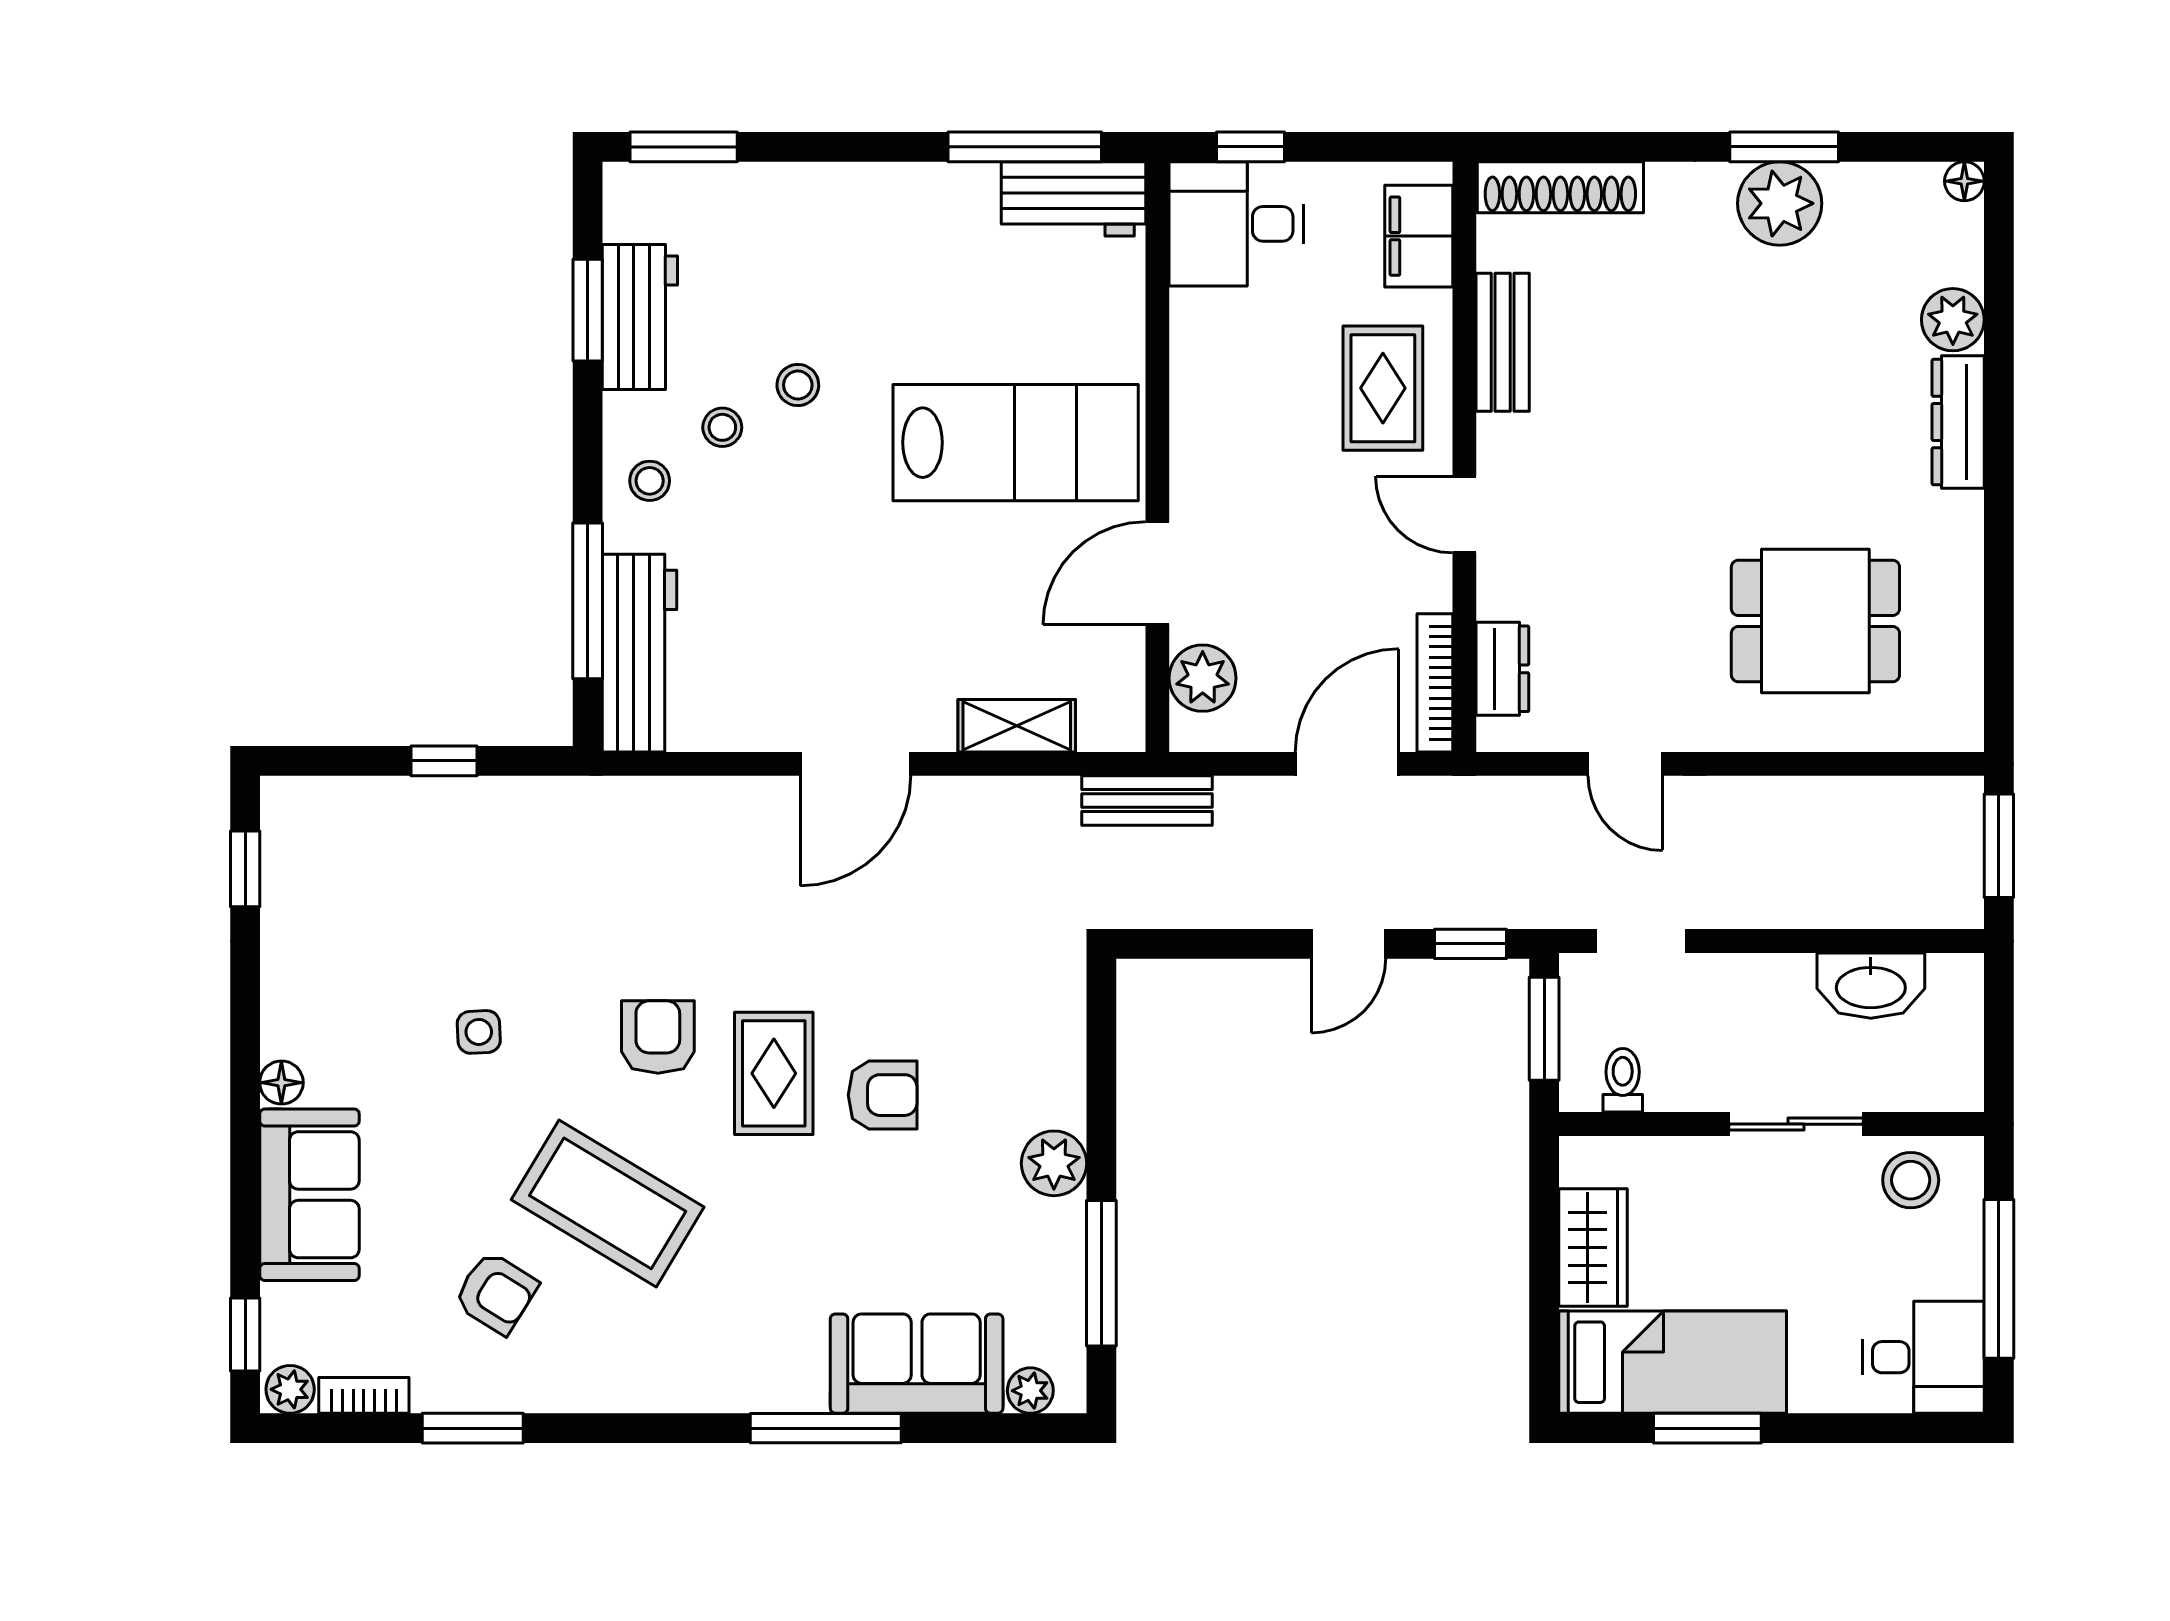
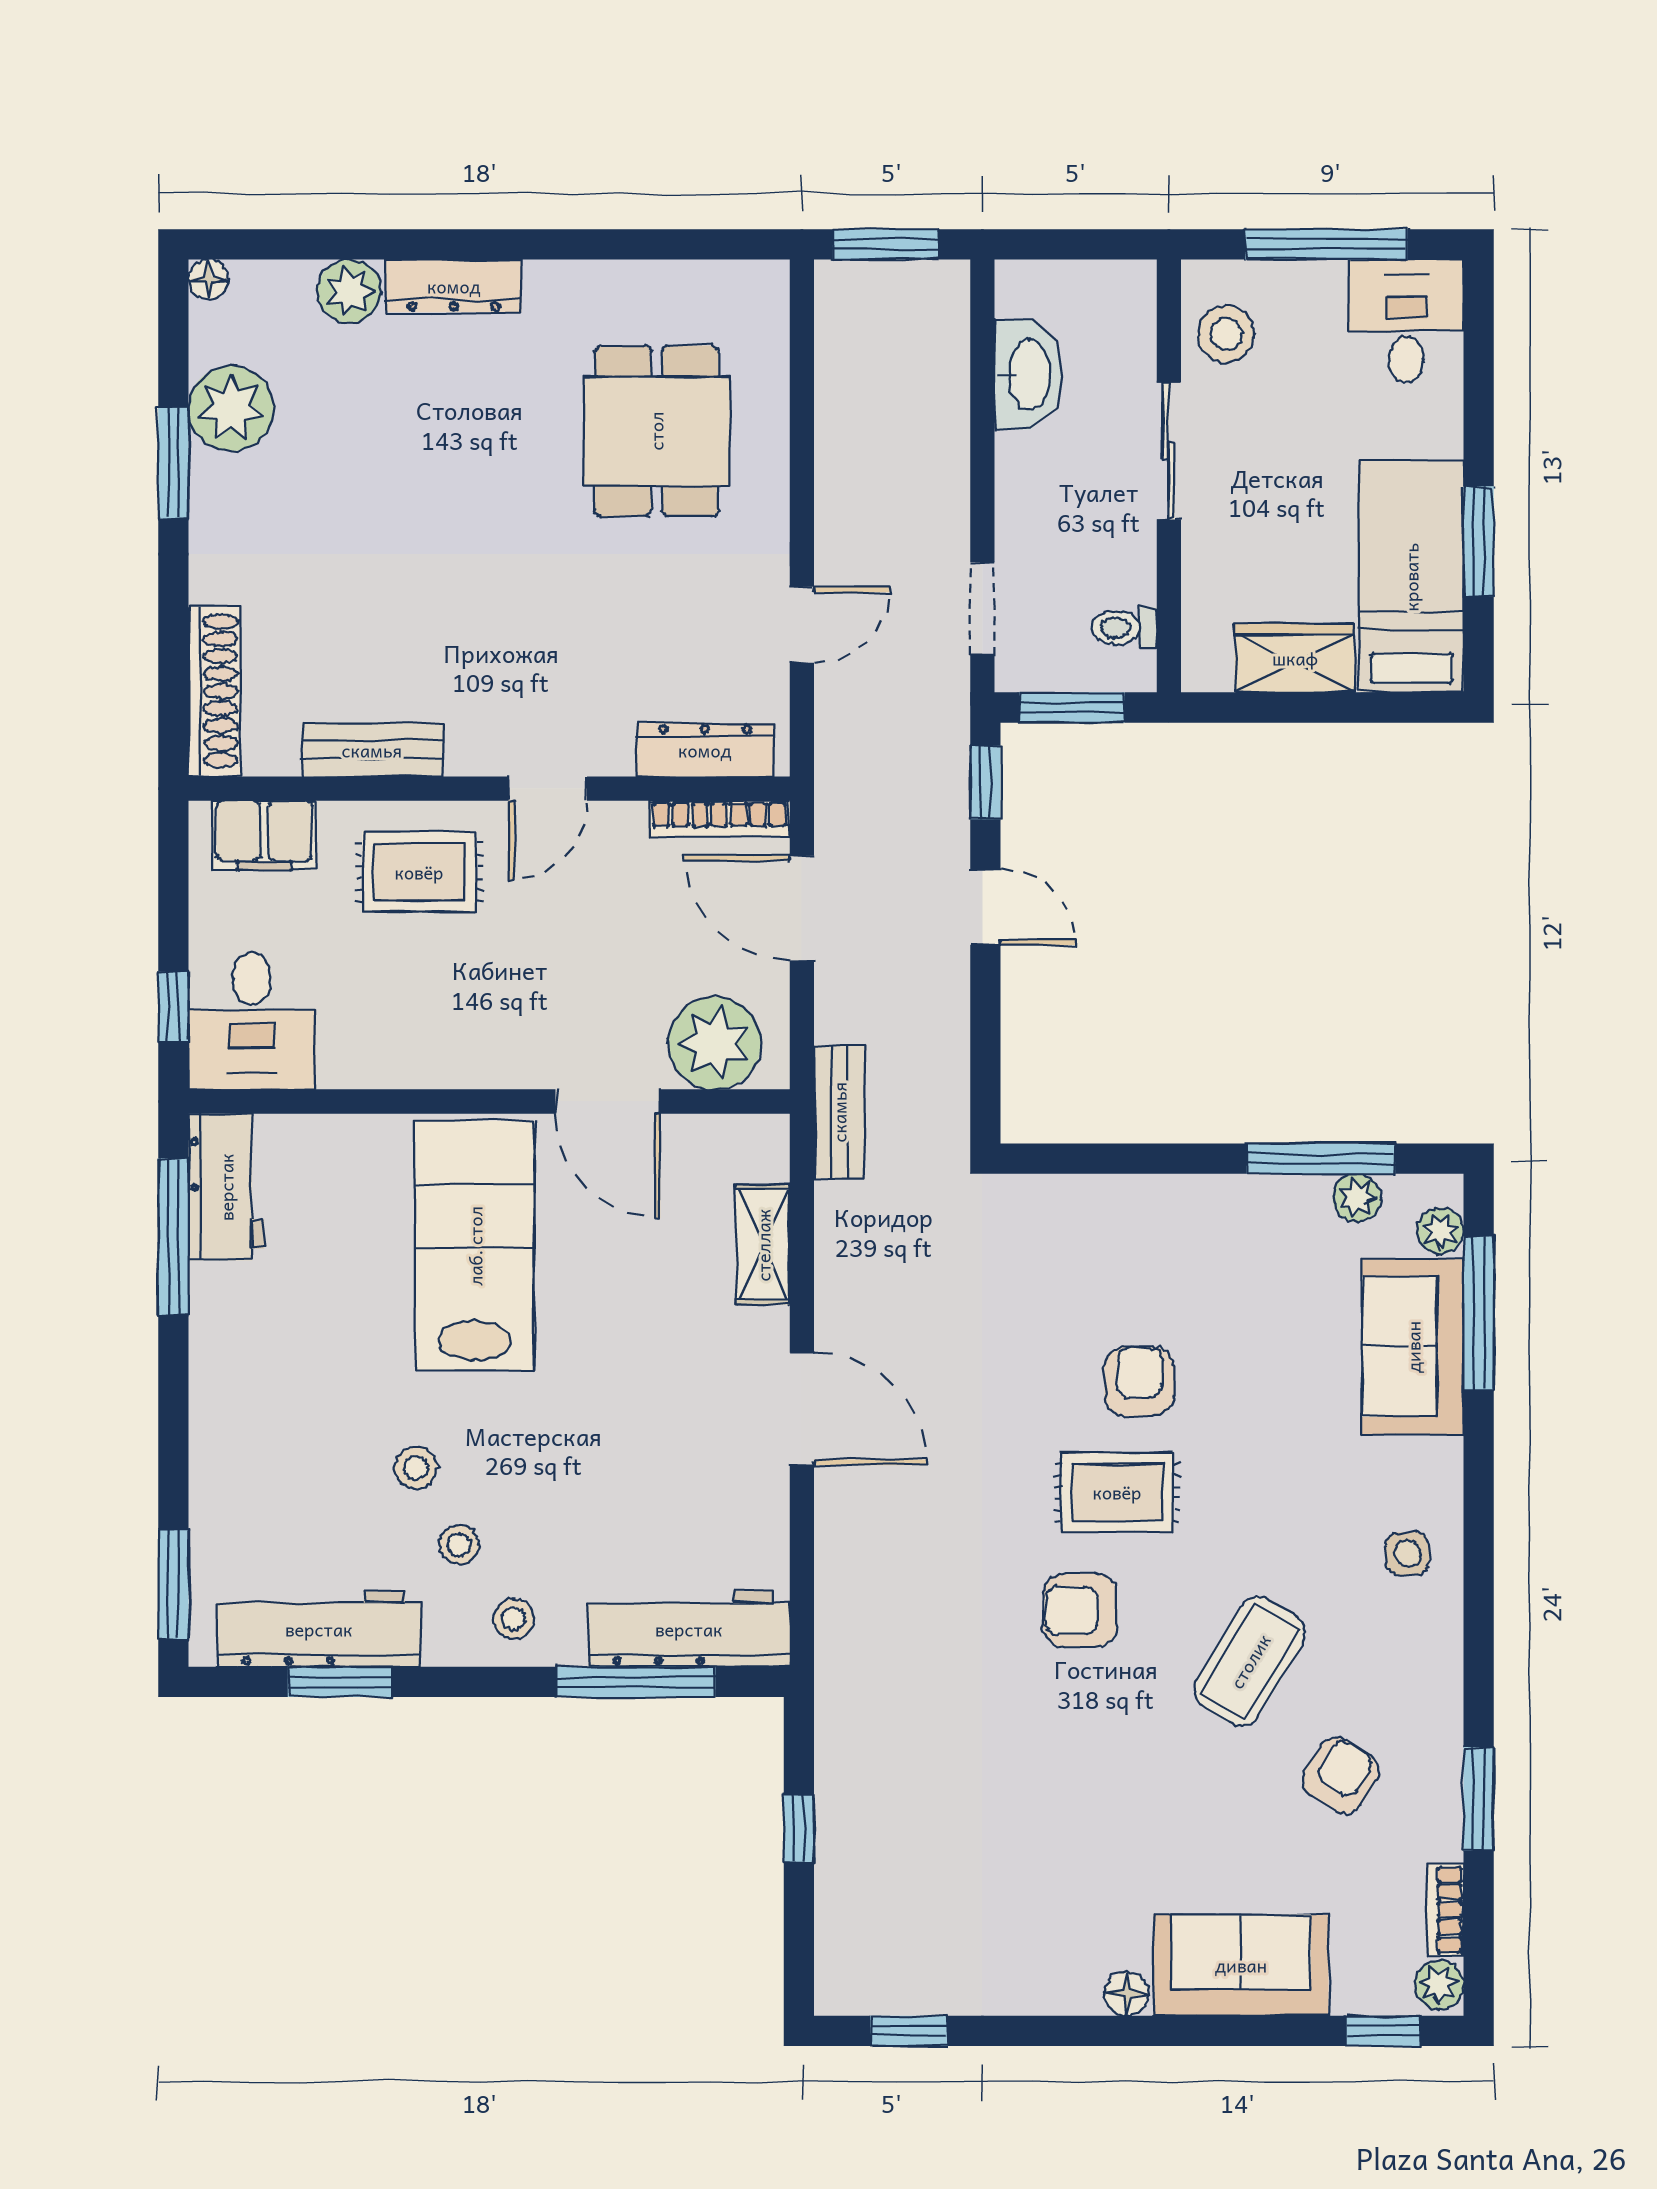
plant: (1780, 203) -> (231, 408), moved
workbench: (640, 317) -> (319, 1629), width x1.38
dresser: (1502, 669) -> (705, 750), width x1.44
plant: (1203, 678) -> (715, 1043), width x1.36, depth x1.36
side table: (479, 1032) -> (1407, 1553), moved
plant: (1054, 1163) -> (1357, 1198), moved, width x0.73, depth x0.73
coffee table: (608, 1203) -> (1250, 1661), width x0.73, depth x0.76
window: (826, 1428) -> (1479, 1313), moved

